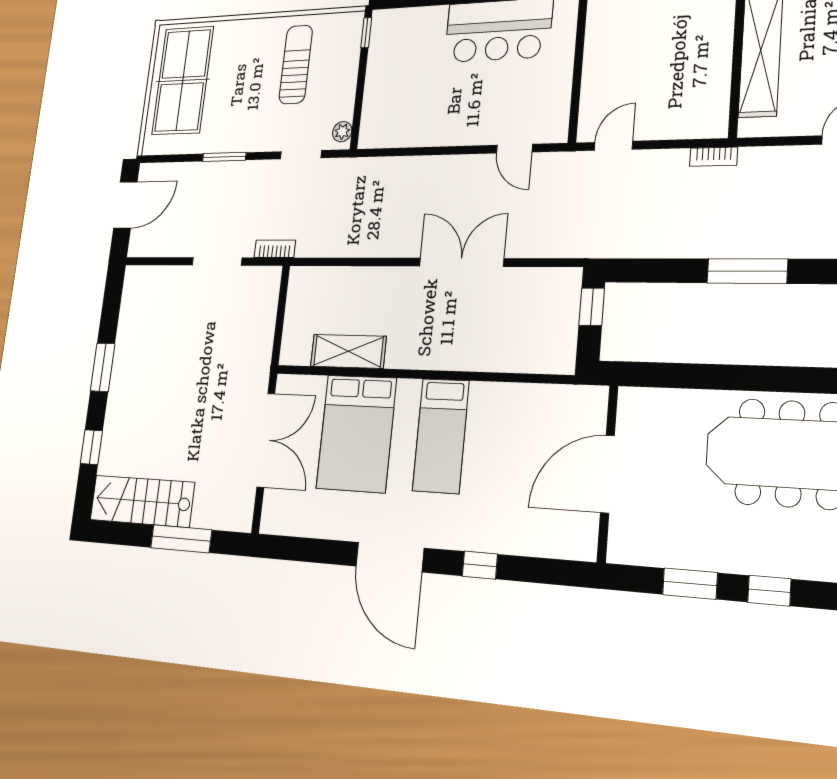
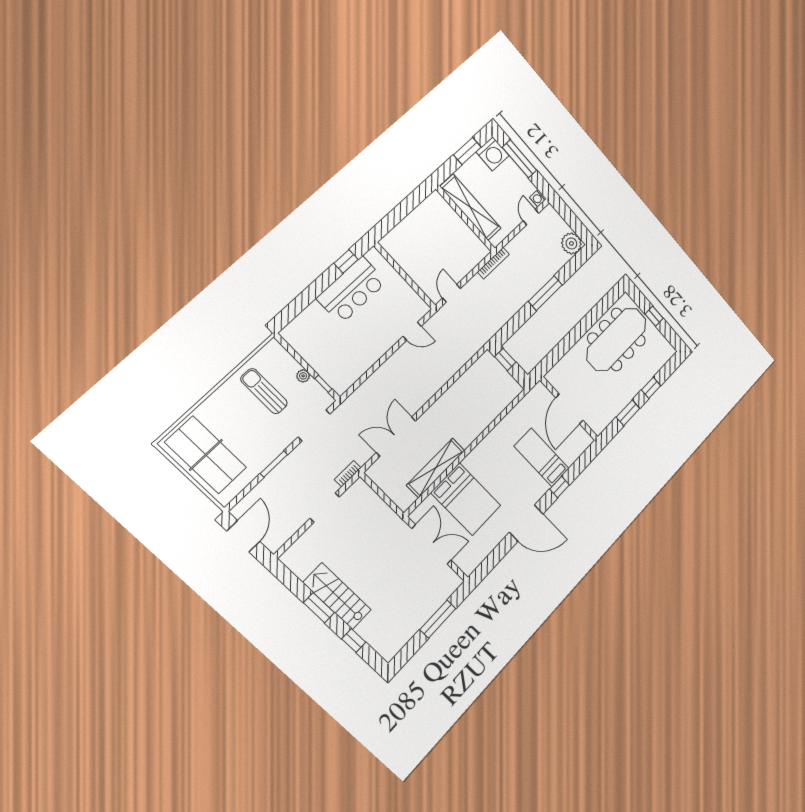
window: (366, 33) -> (323, 384), moved
plant: (342, 132) -> (303, 376), moved
doorway: (301, 155) -> (314, 425), width x1.38
bookcase: (714, 157) -> (493, 263), width x1.56
double door: (461, 262) -> (396, 437), moved
shelving: (348, 351) -> (436, 468), width x1.47
bed: (441, 436) -> (542, 457), moved, turned 180
stairs: (142, 501) -> (337, 596), moved, turned 90

